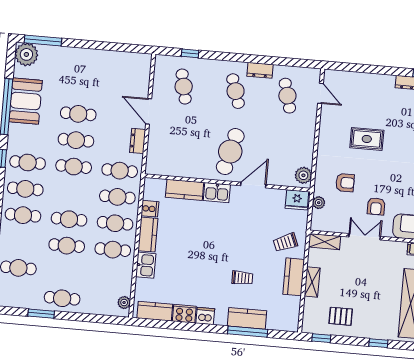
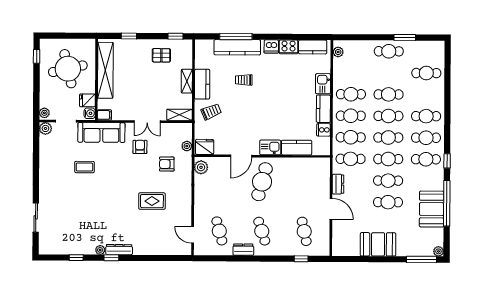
plant: (26, 54) -> (438, 251), width x0.53, depth x0.53
booth: (95, 63) -> (378, 244), added
cafe table: (71, 193) -> (388, 138), added
kitchen counter: (247, 318) -> (237, 47), width x1.50

